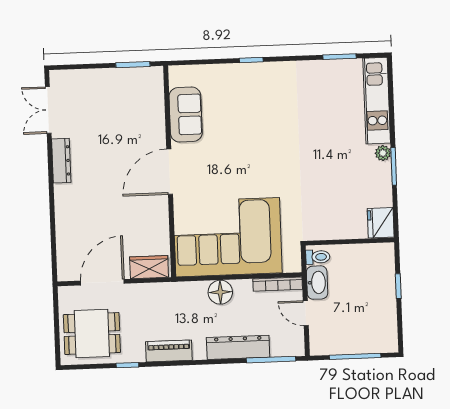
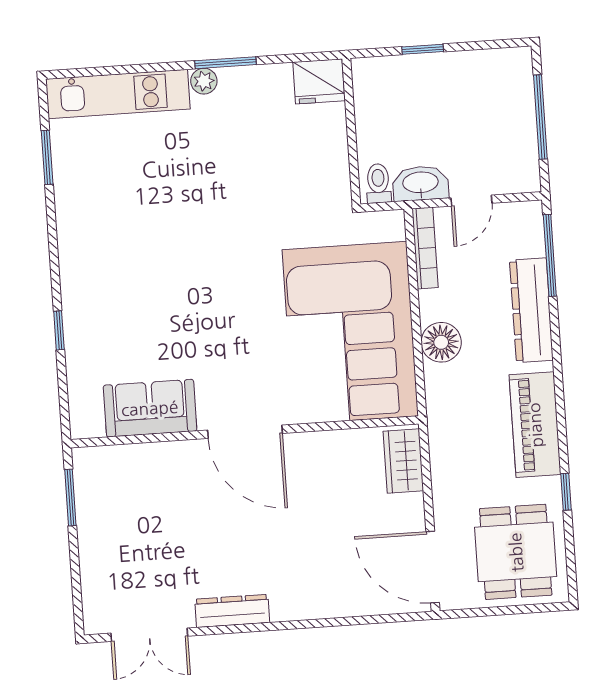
window: (251, 60) -> (59, 330), moved
door: (102, 282) -> (433, 567), moved
piano: (169, 351) -> (535, 425), width x1.37, depth x1.33

